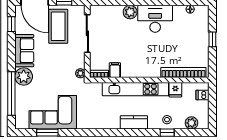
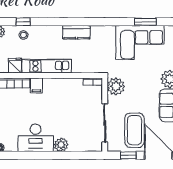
filing cabinet: (115, 70) -> (36, 85), moved
plant: (80, 73) -> (116, 86), width x1.87, depth x1.87
kitchen unit: (135, 89) -> (47, 66), width x0.73
kitchen counter: (134, 122) -> (77, 32), moved

